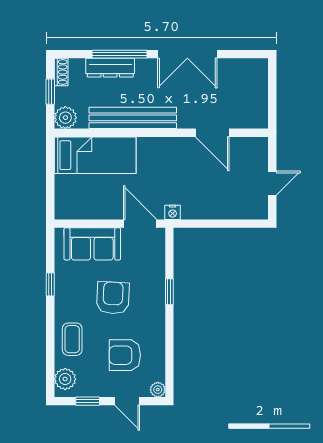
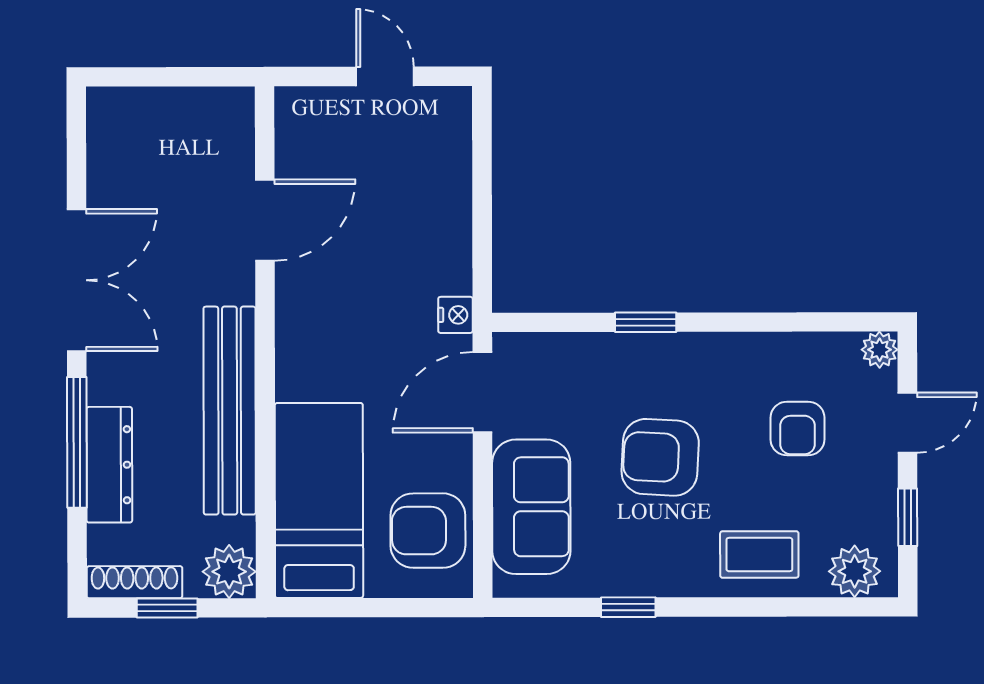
shoe rack: (61, 72) -> (134, 582), width x1.43
armchair: (82, 201) -> (428, 531), added
armchair: (125, 355) -> (797, 429), width x0.72, depth x0.72

